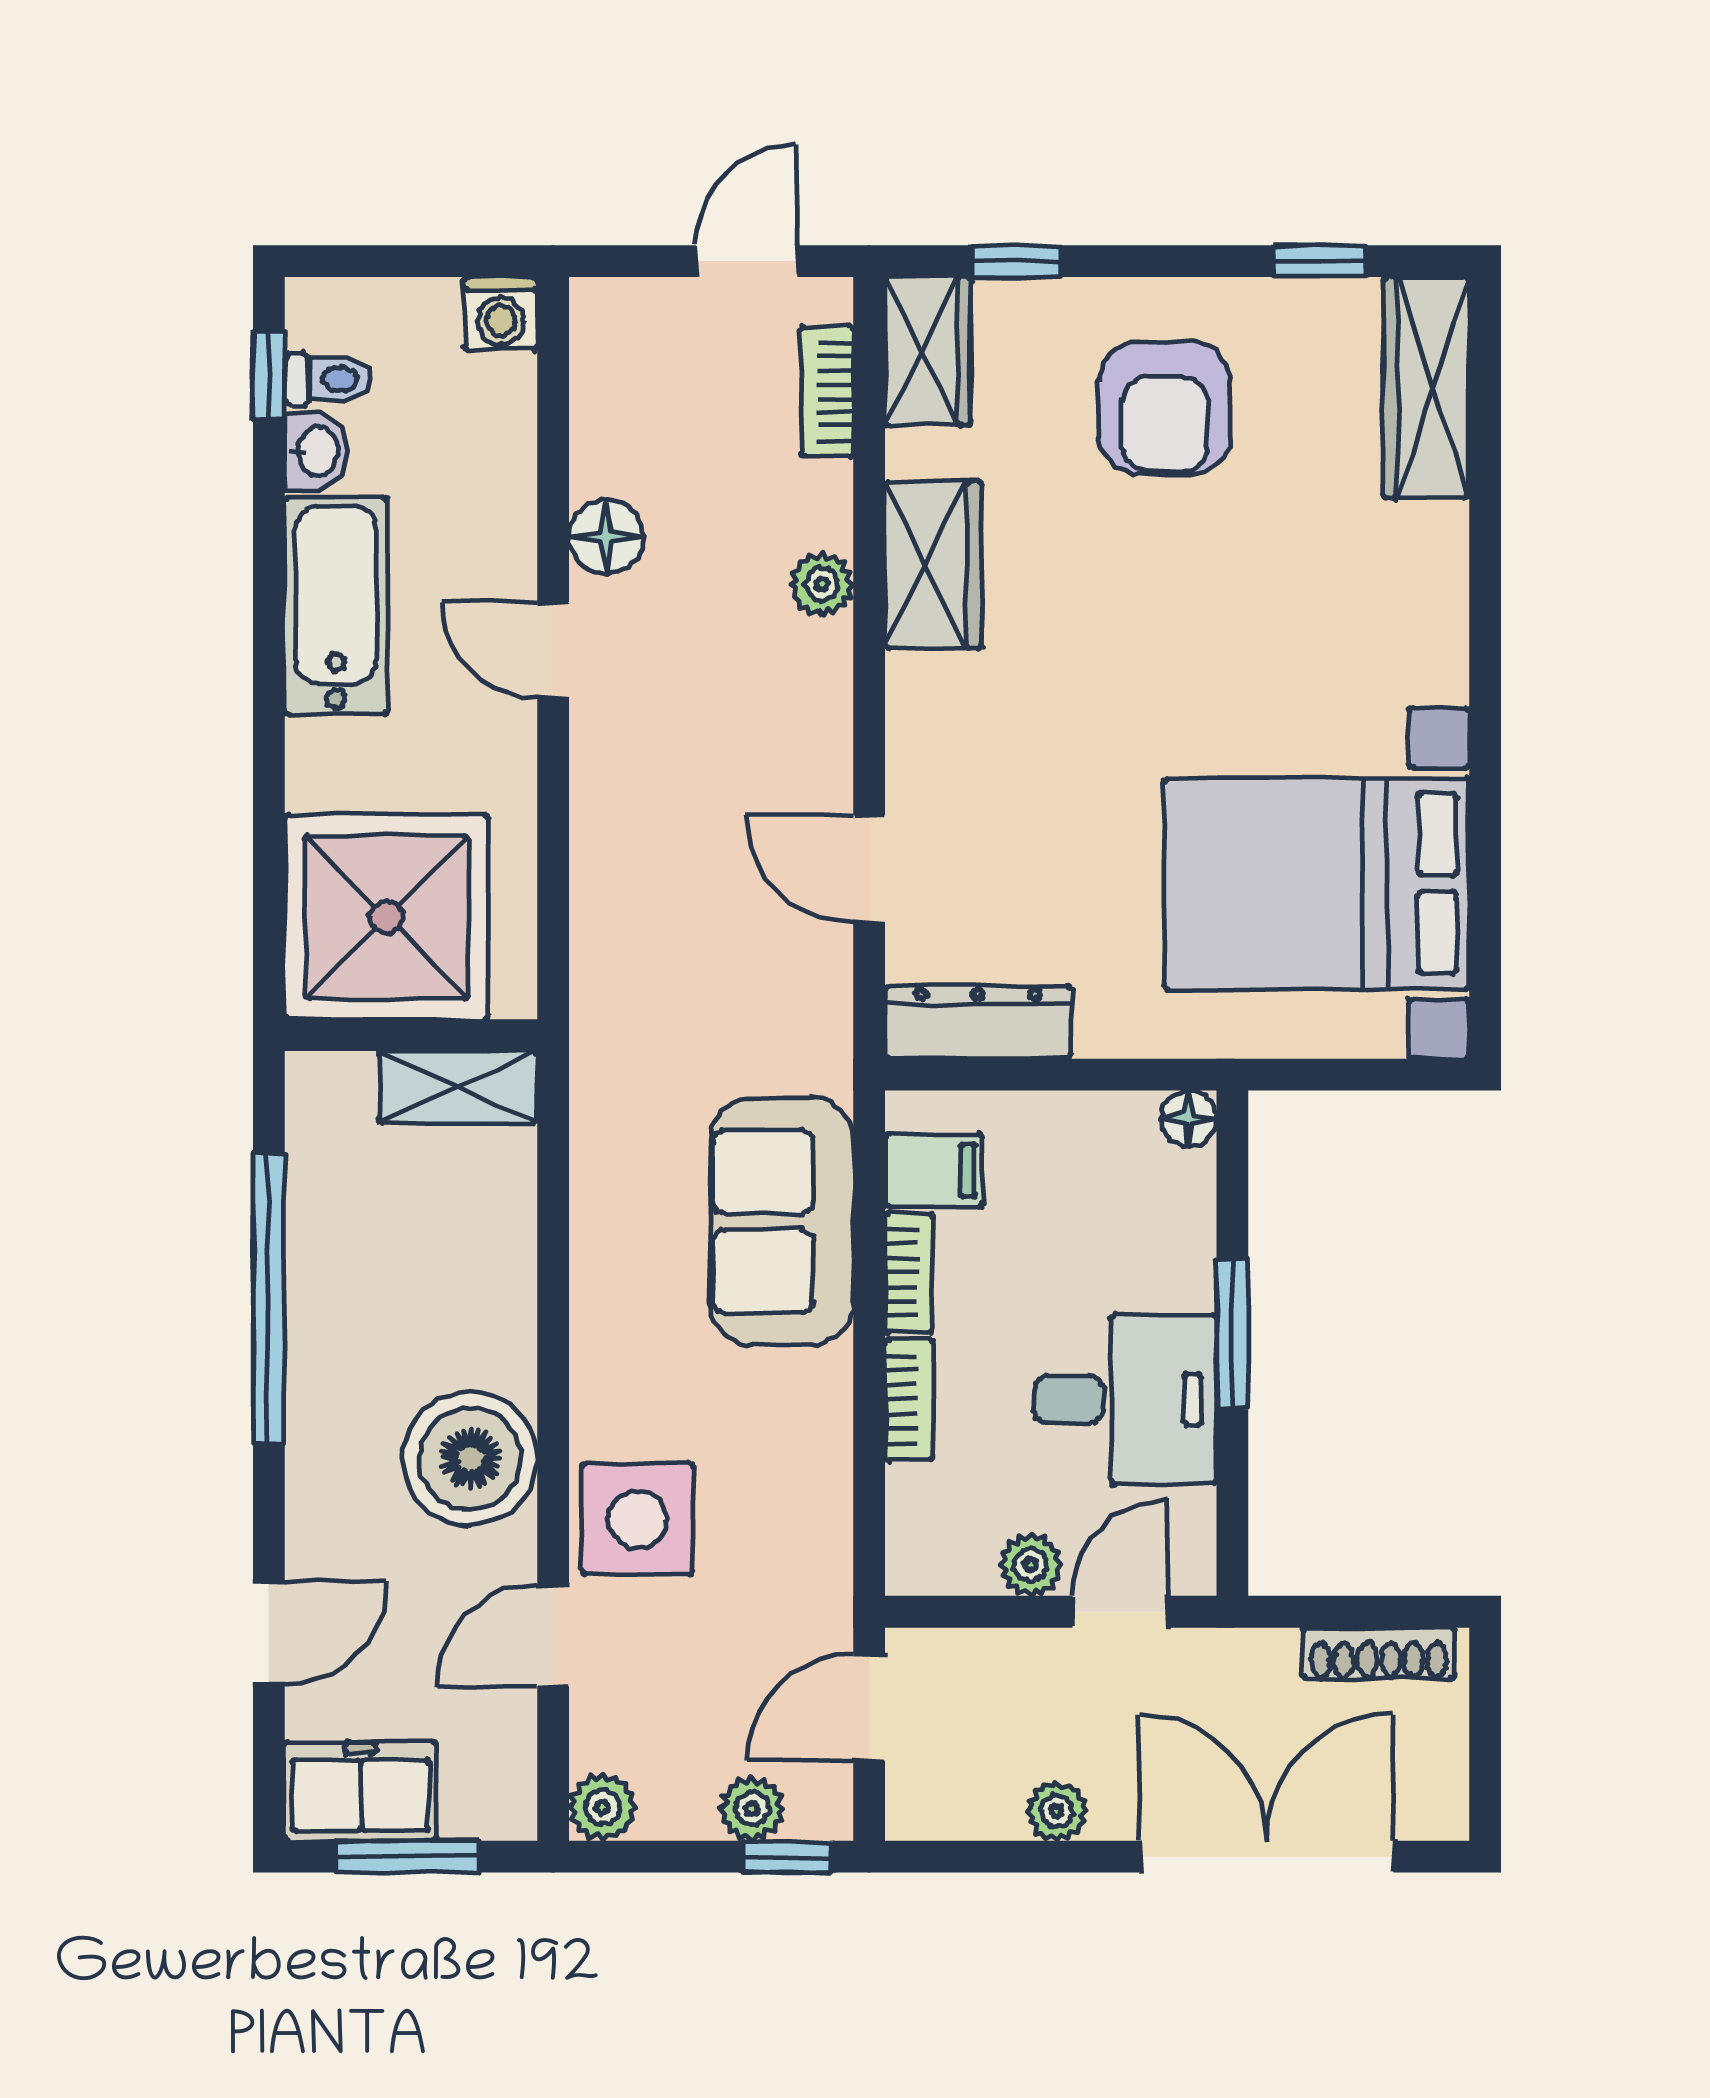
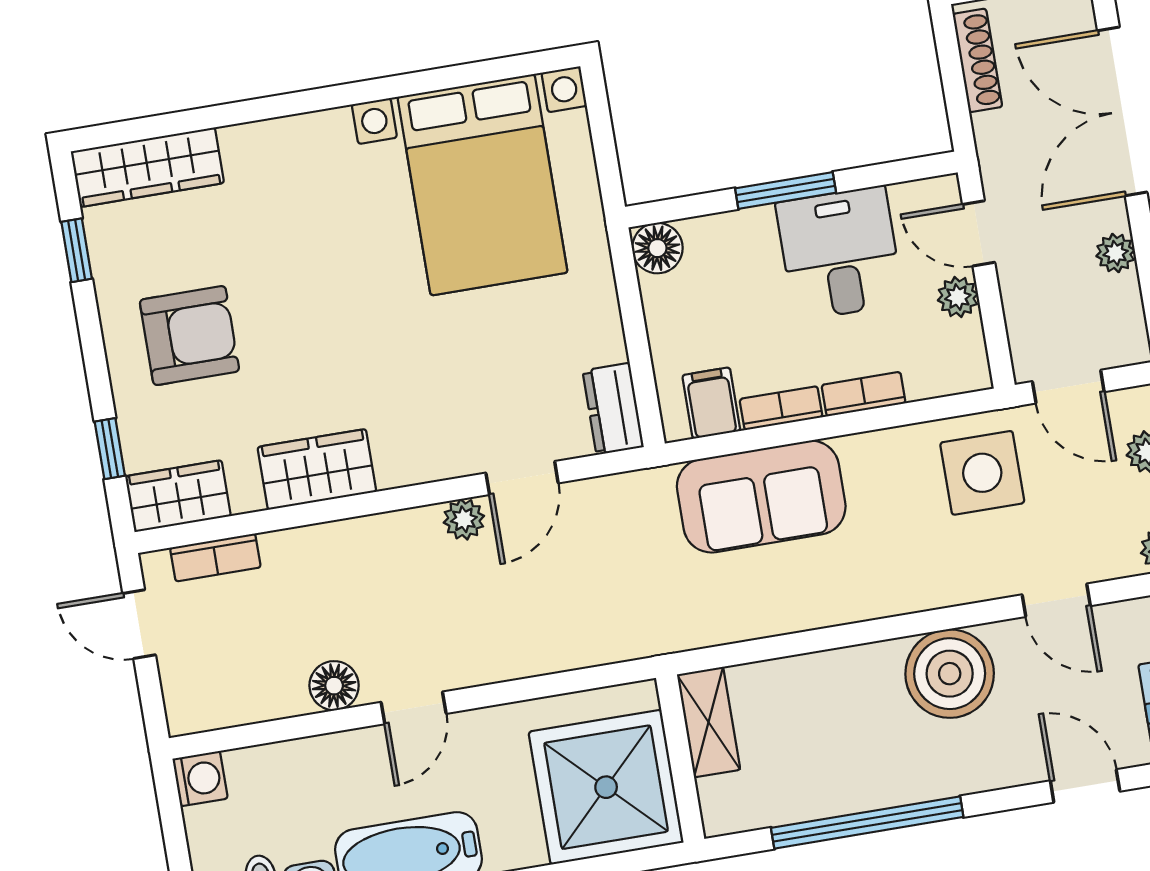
plant: (822, 584) -> (464, 519), moved
dresser: (978, 1022) -> (613, 409), width x0.70
floor lamp: (1189, 1118) -> (657, 248), width x1.37, depth x1.37
side table: (638, 1519) -> (982, 473), moved

